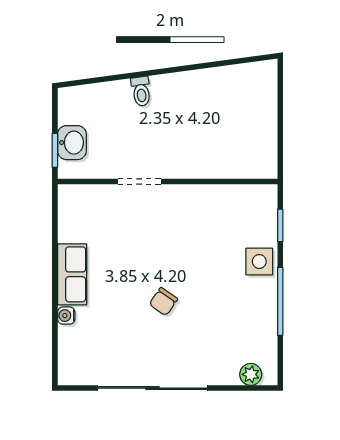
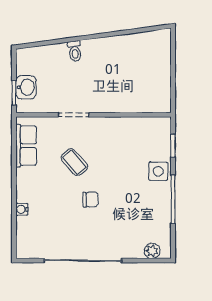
coffee table: (140, 249) -> (74, 162), added
row of seats: (72, 274) -> (26, 146), moved
chair: (163, 302) -> (91, 200), turned -127

